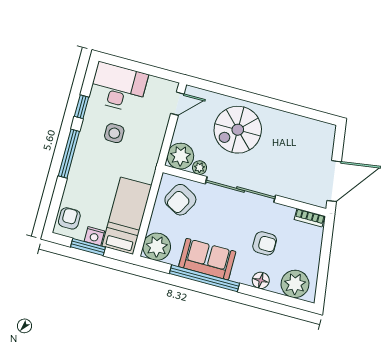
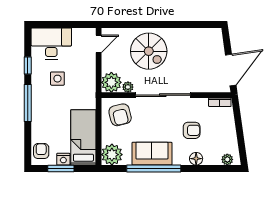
spiral stairs: (238, 130) -> (149, 51), turned -90
armchair: (180, 200) -> (120, 115), turned -43
plant: (295, 284) -> (227, 159), width x0.53, depth x0.53

